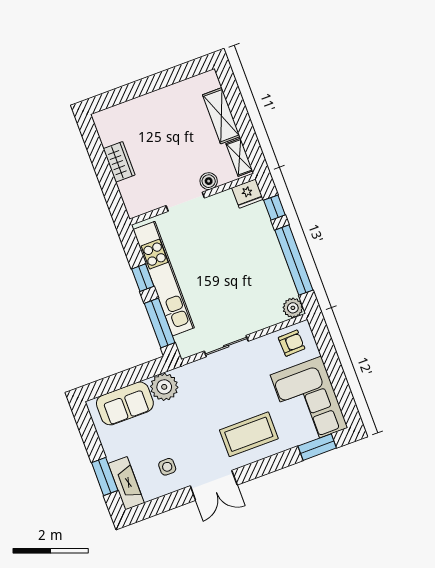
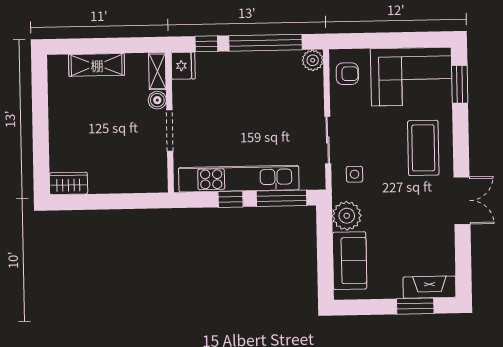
shelving: (239, 157) -> (157, 71), moved, turned 90
wardrobe: (119, 162) -> (68, 183), moved
armchair: (292, 343) -> (347, 74), turned 92
side table: (167, 467) -> (354, 174), moved

